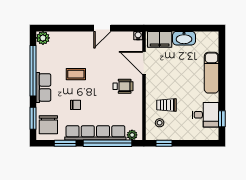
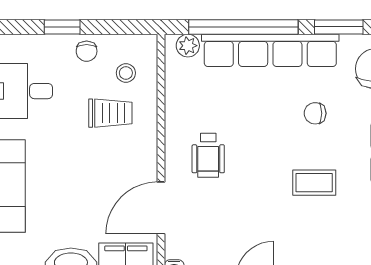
door: (144, 63) -> (161, 208), swing flipped
wheelchair: (123, 86) -> (208, 155), turned -90
chair: (177, 132) -> (87, 51), added
window: (164, 143) -> (62, 27), moved

